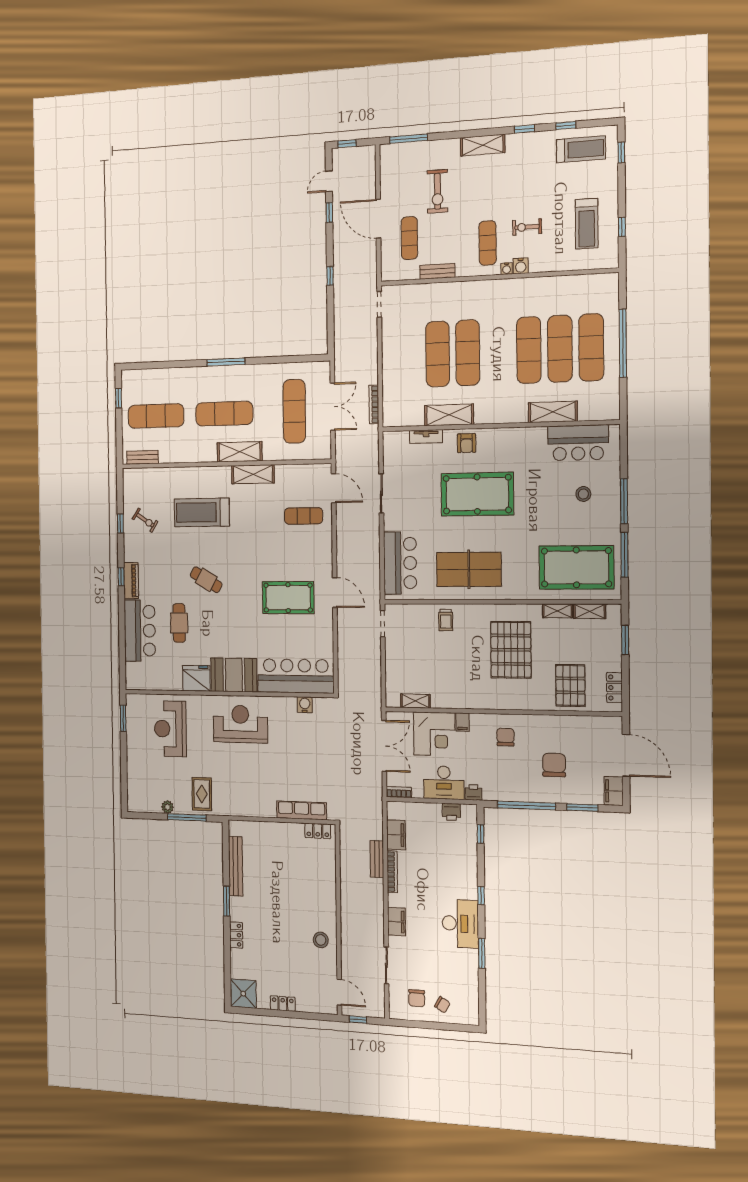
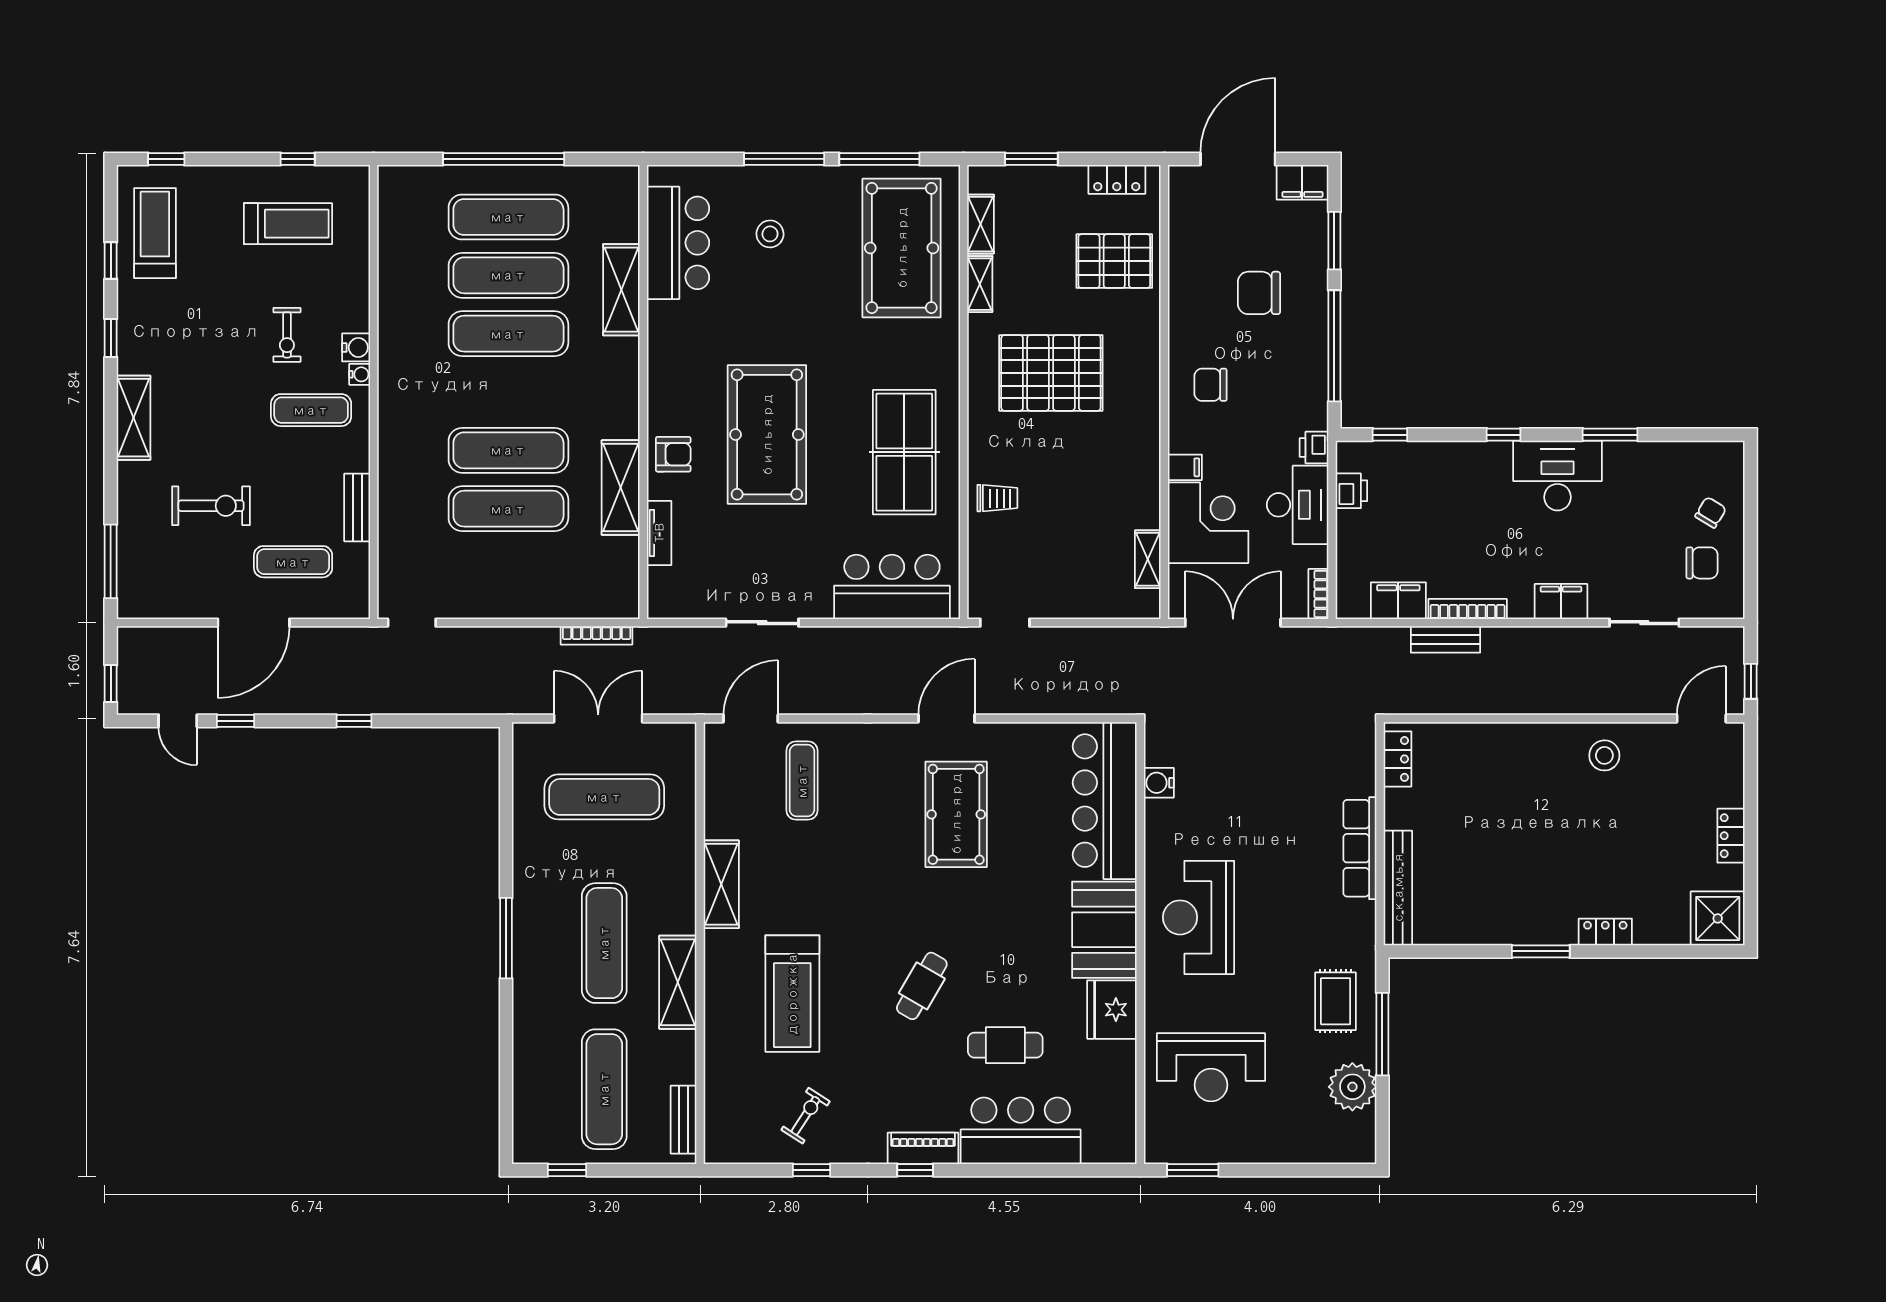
shelving: (240, 452) -> (678, 982), moved
rug: (202, 794) -> (1336, 1001), turned 90
plant: (167, 807) -> (1352, 1087), width x1.87, depth x1.87
row of seats: (302, 810) -> (1360, 848), moved
bench: (236, 866) -> (1398, 888), moved, turned 90

